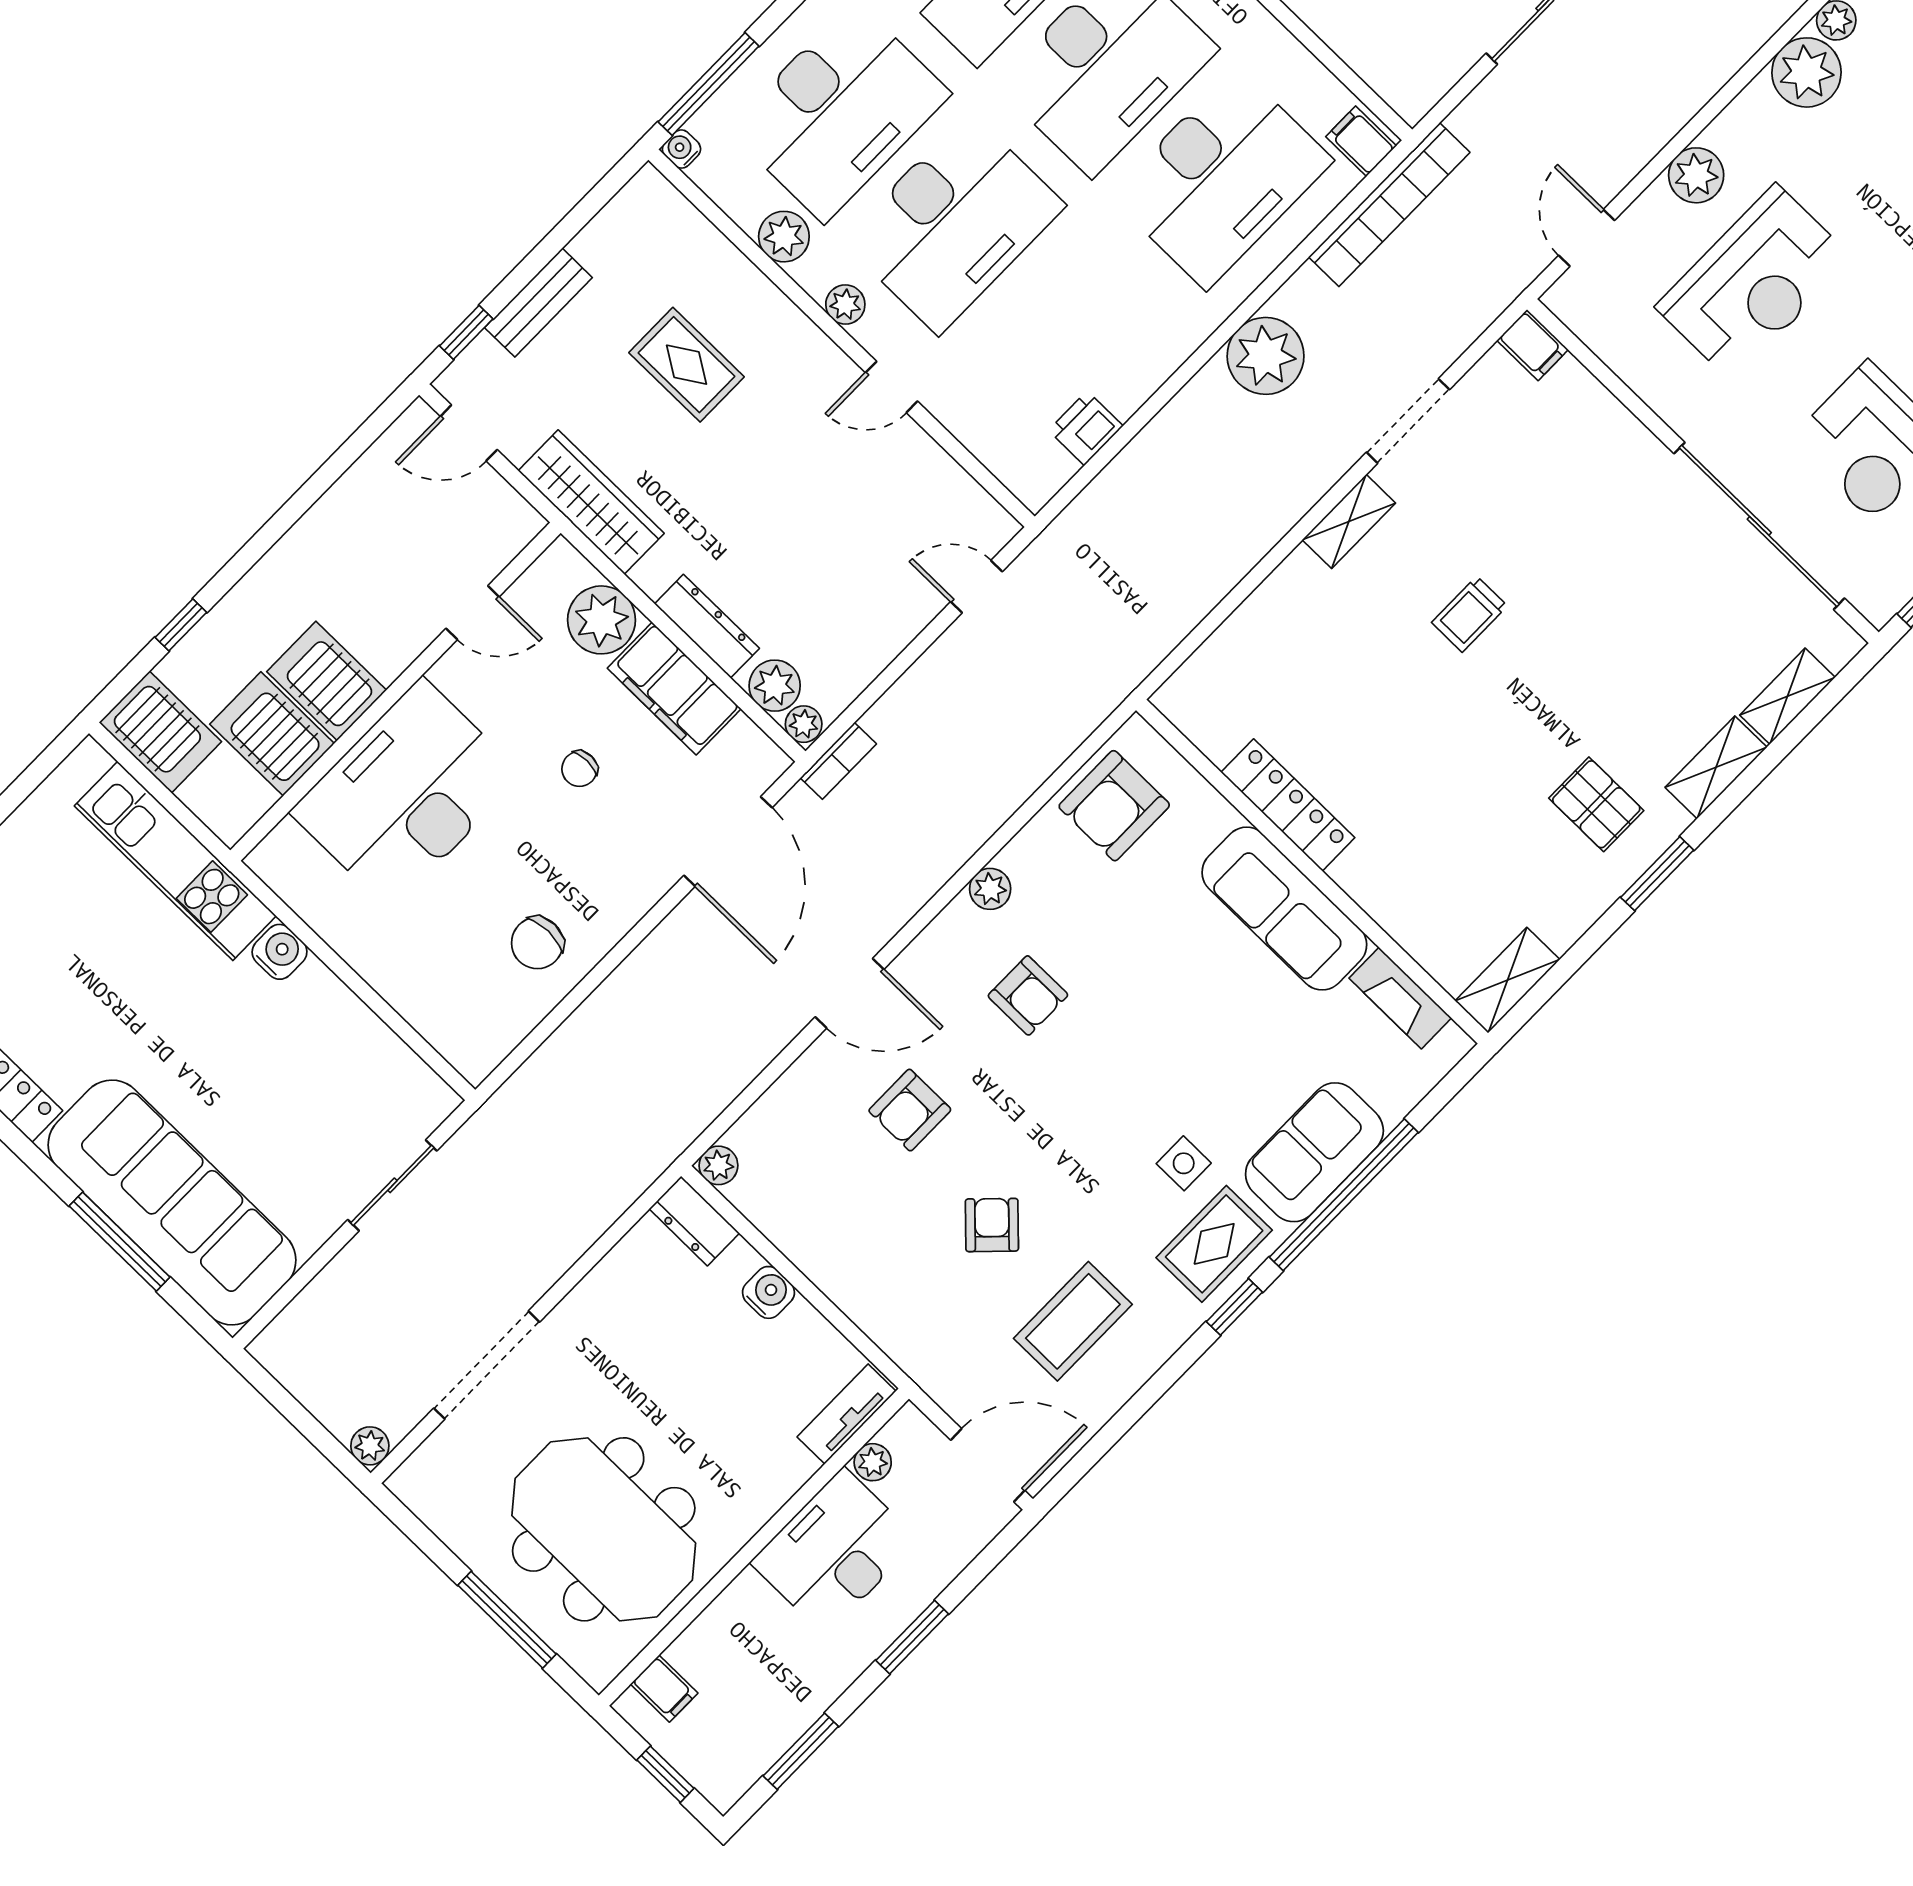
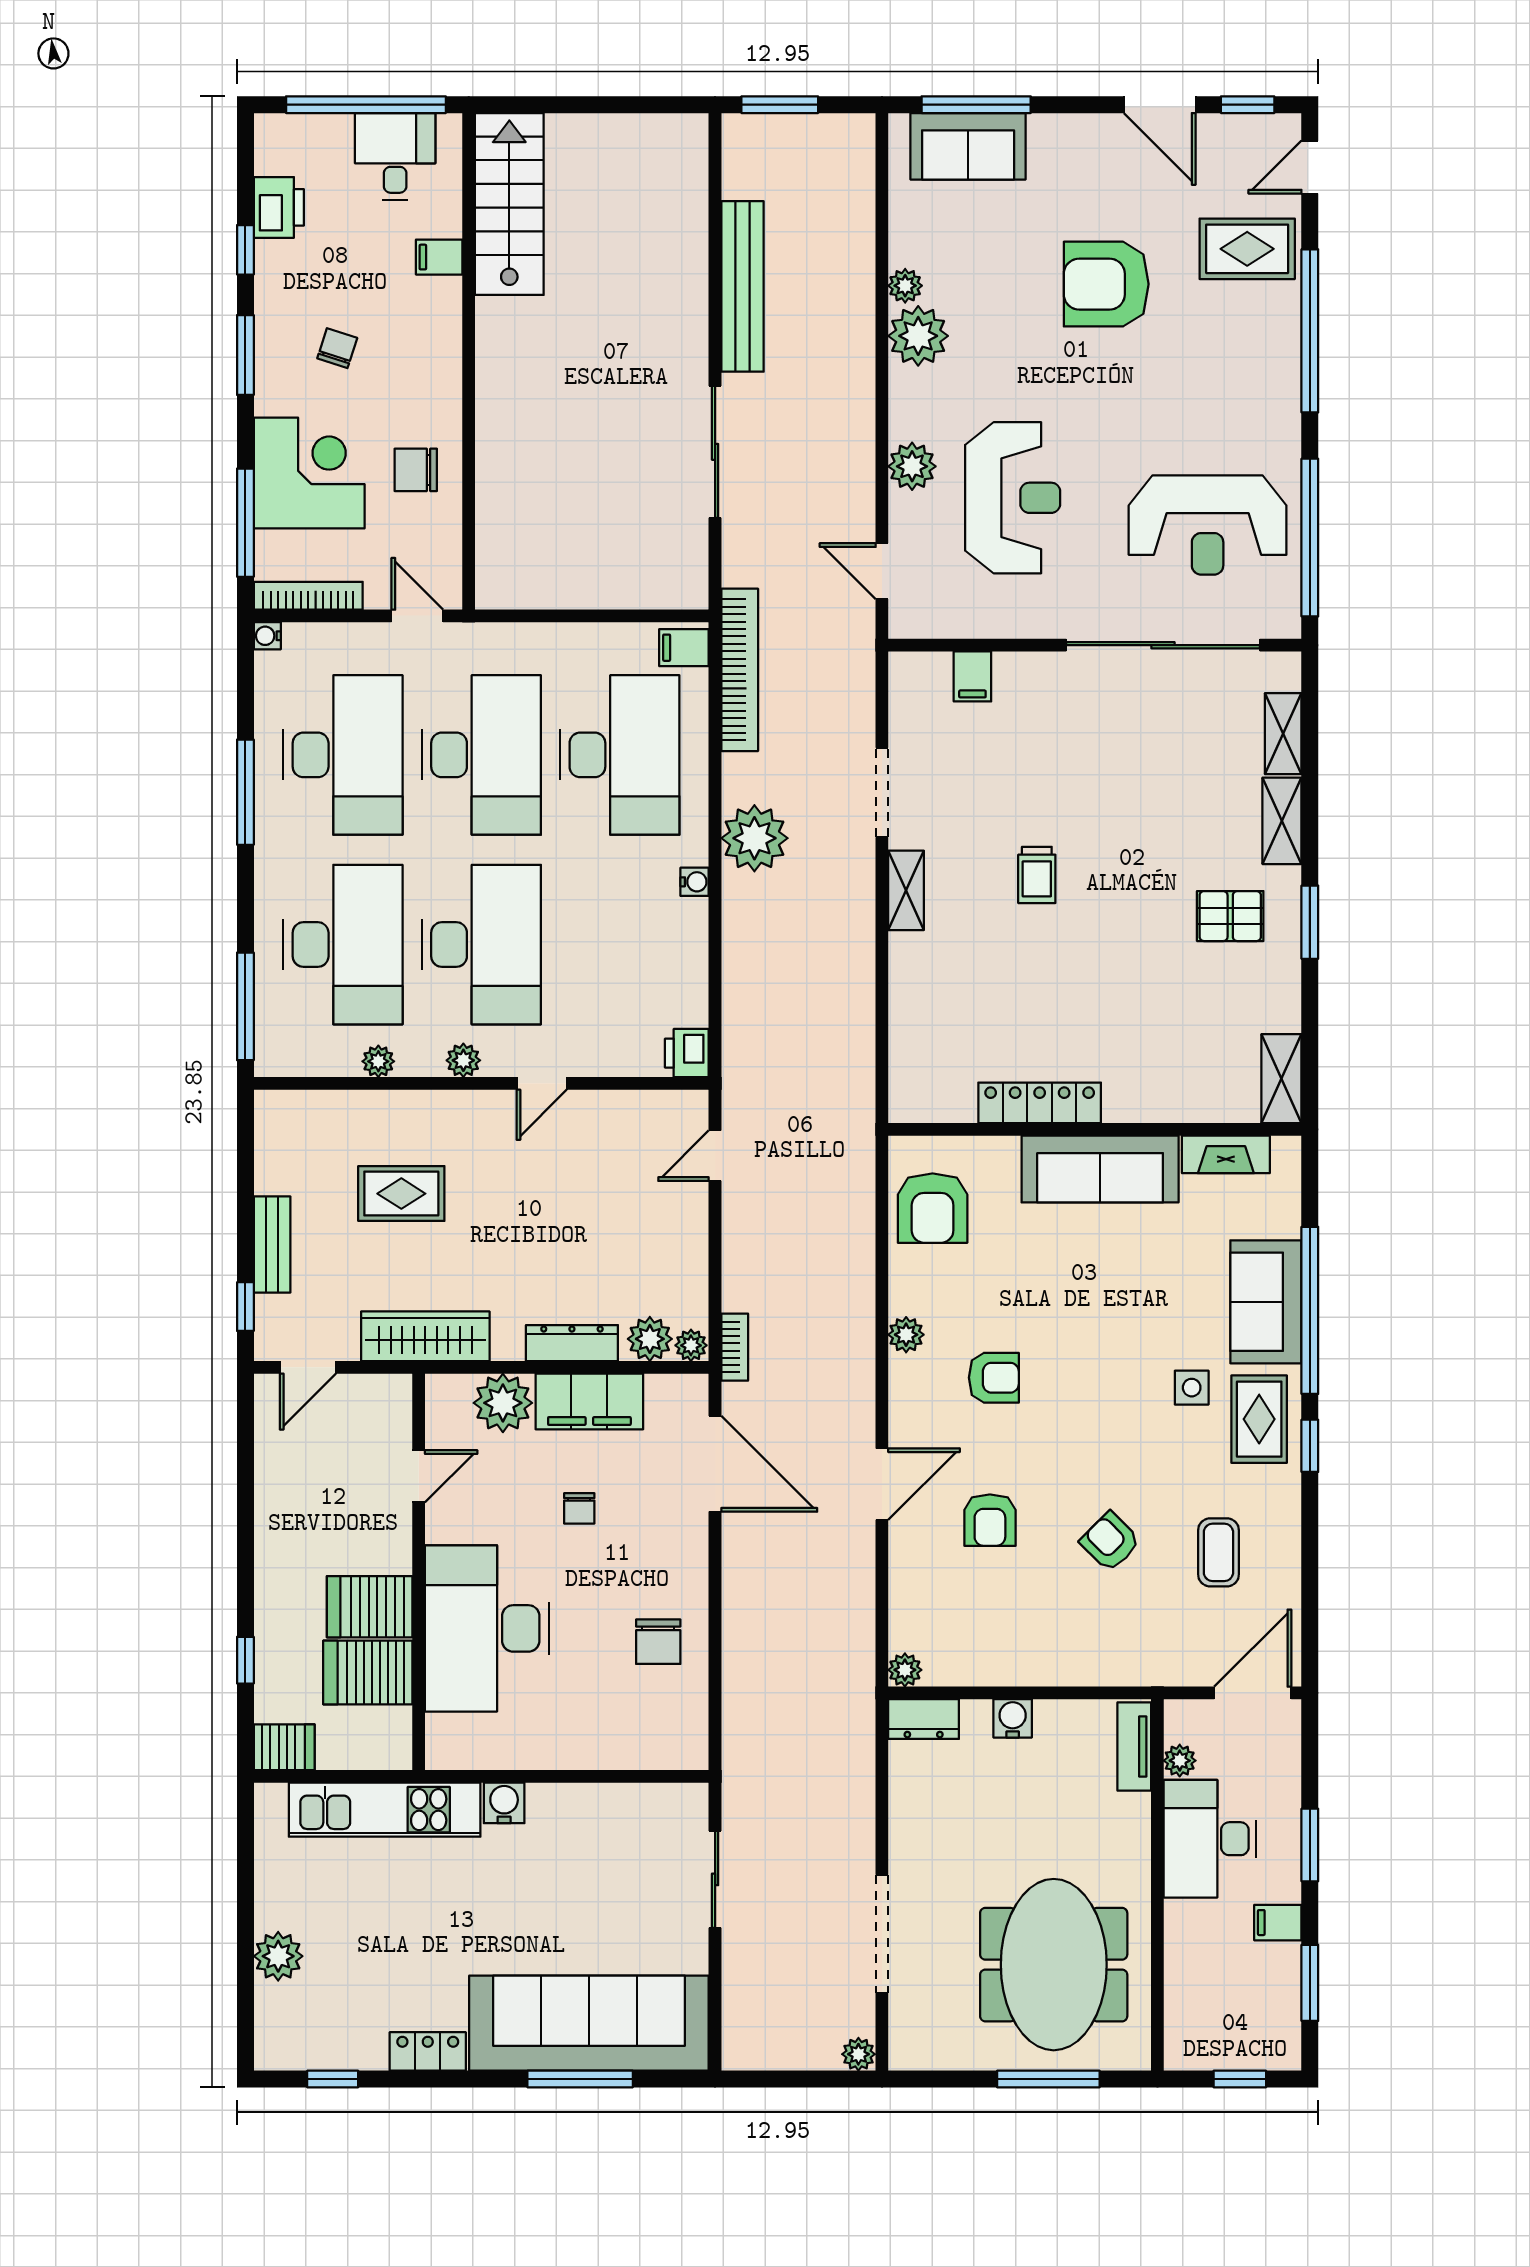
water cooler: (681, 149) -> (695, 882), moved, turned 180
plant: (784, 237) -> (378, 1061), width x0.73, depth x0.73
filing cabinet: (1533, 345) -> (972, 676), moved, turned 90
printer: (1086, 428) -> (687, 1053), moved
server rack: (160, 732) -> (284, 1747), width x0.73, depth x0.70
coffee table: (1073, 1321) -> (1218, 1552), width x0.73, depth x0.77
meeting table: (604, 1529) -> (1054, 1965), turned 90
filing cabinet: (664, 1689) -> (1278, 1923), moved, turned 180

